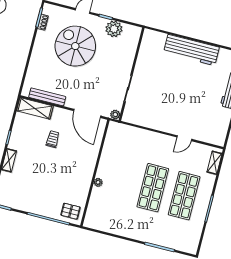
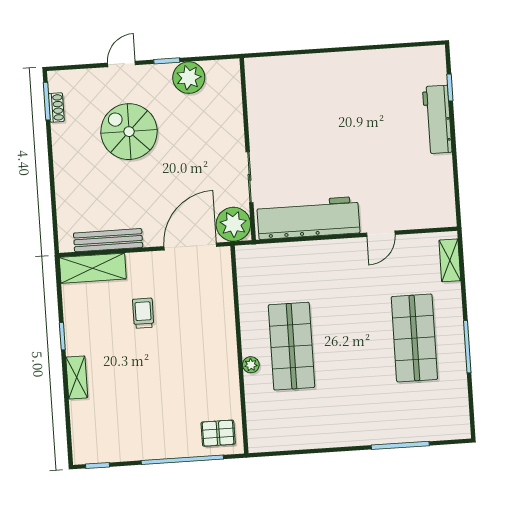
spiral stairs: (75, 46) -> (129, 132), width x0.73, depth x0.73
workbench: (191, 50) -> (308, 218), moved, turned 180
door: (87, 113) -> (190, 246), swing flipped
plant: (115, 114) -> (233, 224), width x1.87, depth x1.87
shop shelf: (153, 188) -> (291, 346), moved

